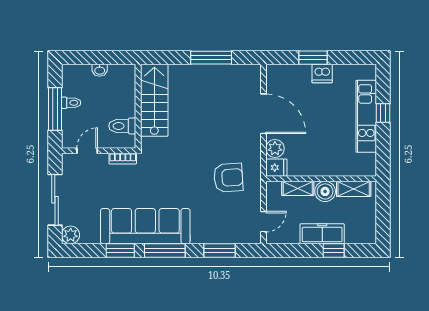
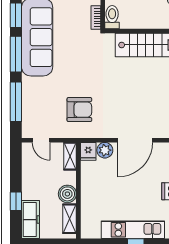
toilet: (122, 126) -> (112, 17), moved
armchair: (228, 178) -> (79, 110), turned -86
shelving: (298, 188) -> (70, 156), moved
freezer: (322, 234) -> (30, 220), moved
window: (220, 250) -> (16, 102), width x1.44

